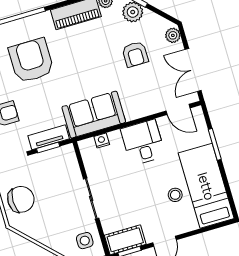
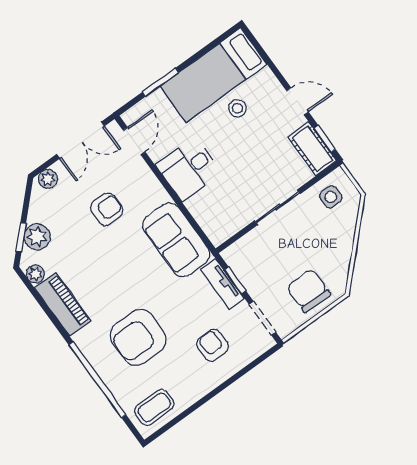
armchair: (135, 54) -> (107, 209), moved
nightstand: (102, 140) -> (204, 219), removed

